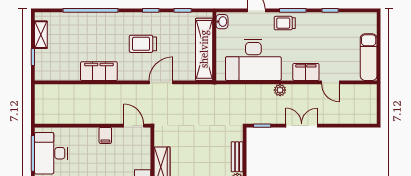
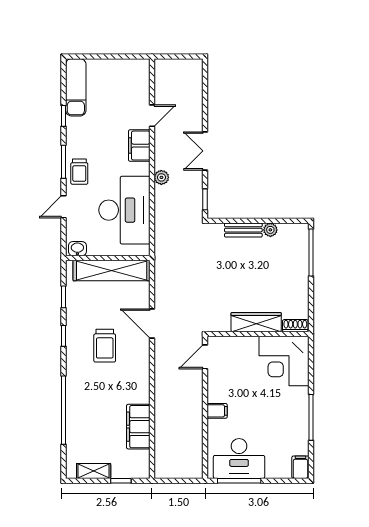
exam couch: (369, 57) -> (76, 87), moved, turned -90
filing cabinet: (99, 71) -> (138, 427), moved
filing cabinet: (105, 135) -> (217, 411), moved

